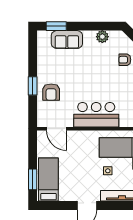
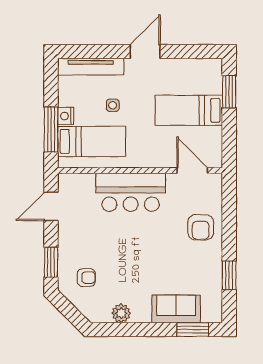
window: (33, 86) -> (229, 275), moved
armchair: (51, 92) -> (201, 227), turned 180
bed: (48, 180) -> (189, 110), moved, turned 90

